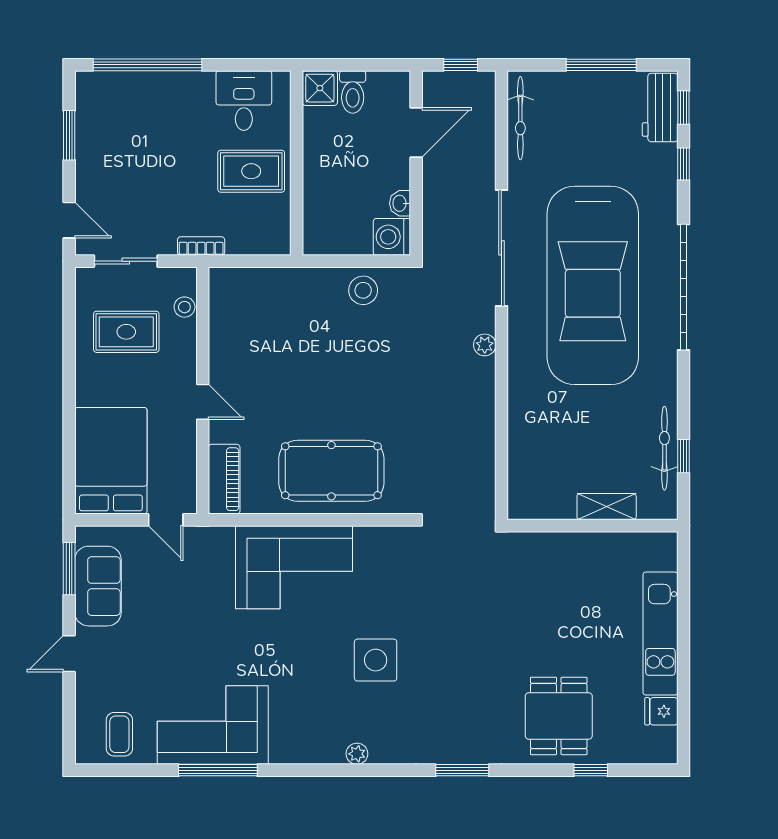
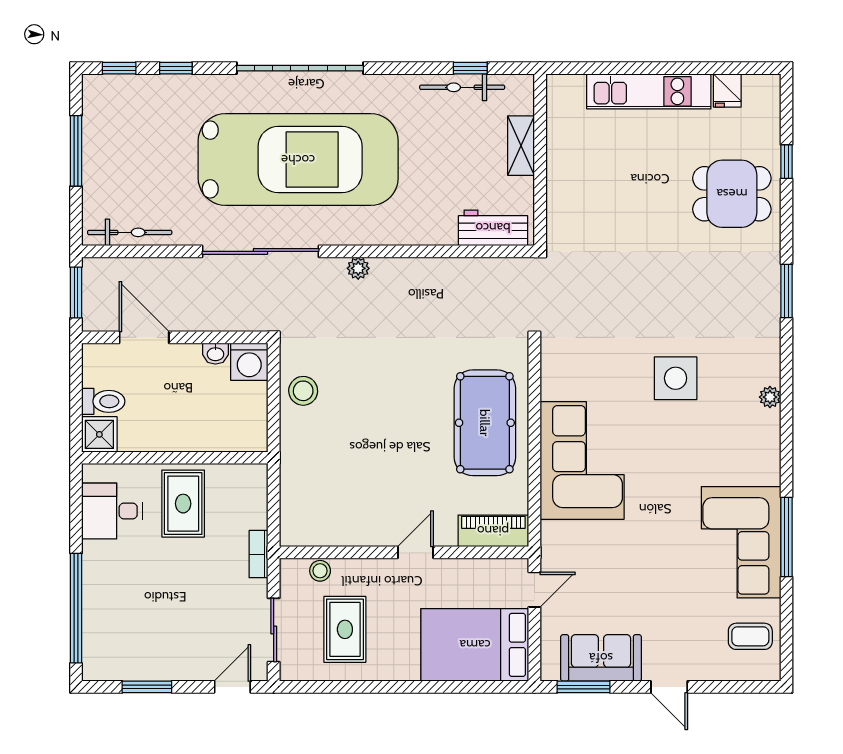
window: (461, 65) -> (76, 293), width x1.50
workbench: (660, 107) -> (493, 228), moved, turned 180

